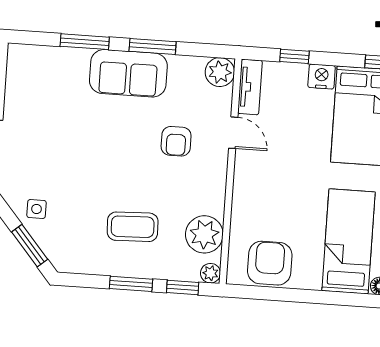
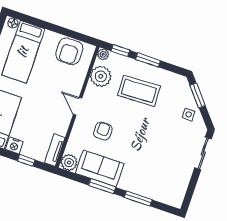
sofa: (128, 73) -> (100, 168), moved
door: (233, 133) -> (78, 106), moved
coffee table: (133, 227) -> (139, 91), width x1.36, depth x1.32

